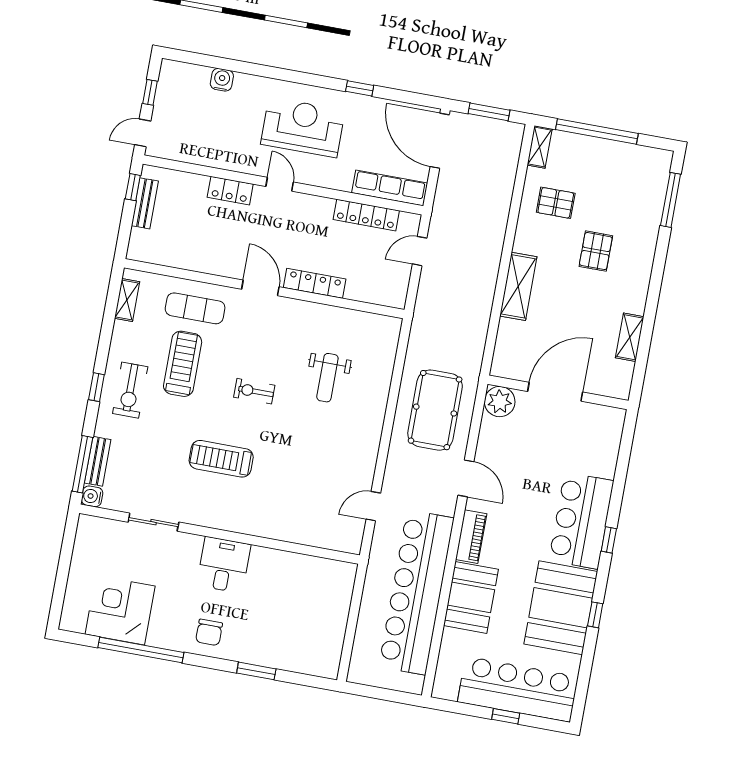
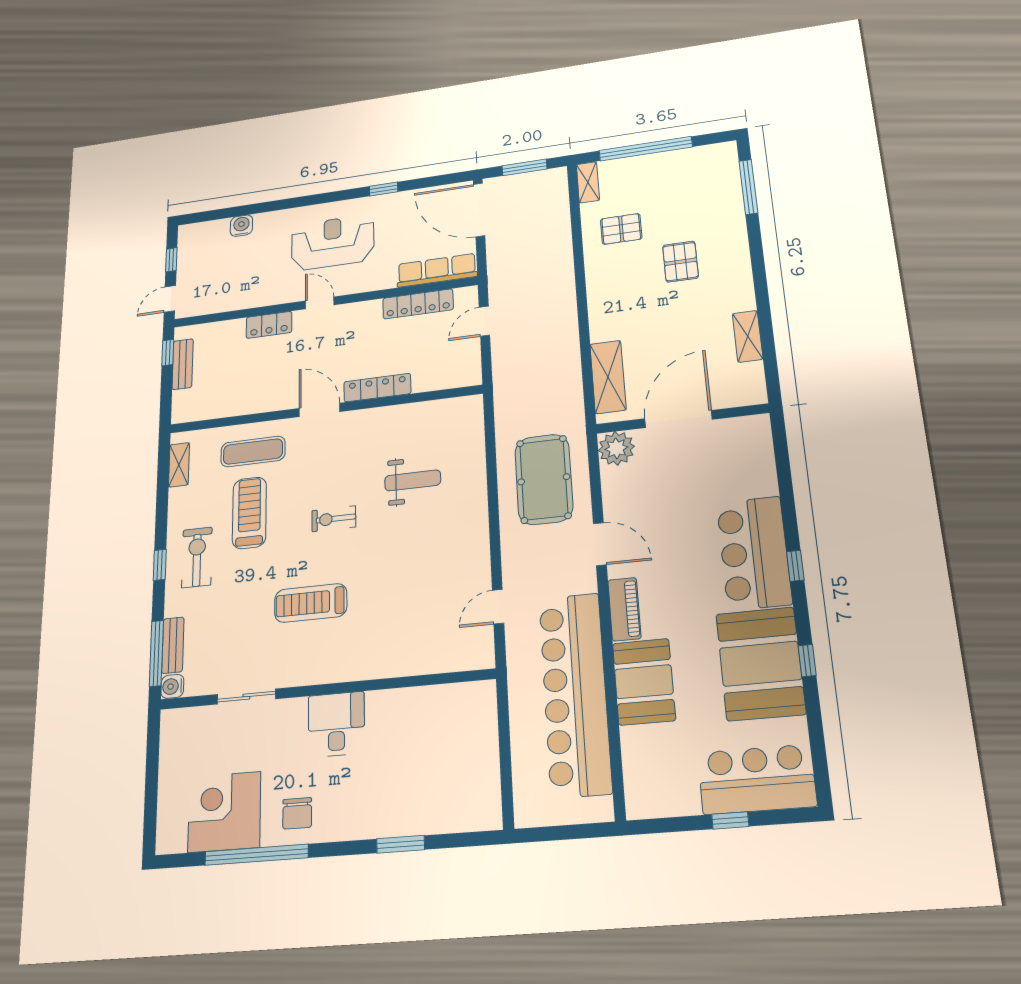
shelving: (518, 286) -> (608, 377), moved
weight bench: (327, 378) -> (413, 480), turned -90
exercise bike: (130, 390) -> (197, 557), turned 180
chair: (209, 632) -> (297, 813), moved
bar counter: (518, 689) -> (757, 779), width x0.73

